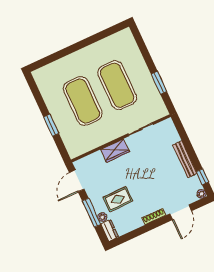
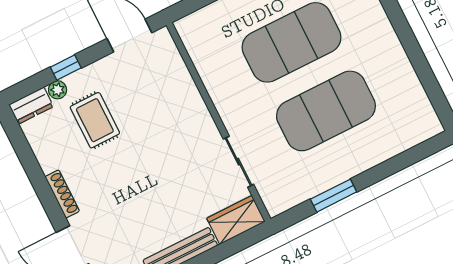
wardrobe: (115, 151) -> (236, 220), moved, turned 90
window: (91, 213) -> (66, 68), width x0.46

